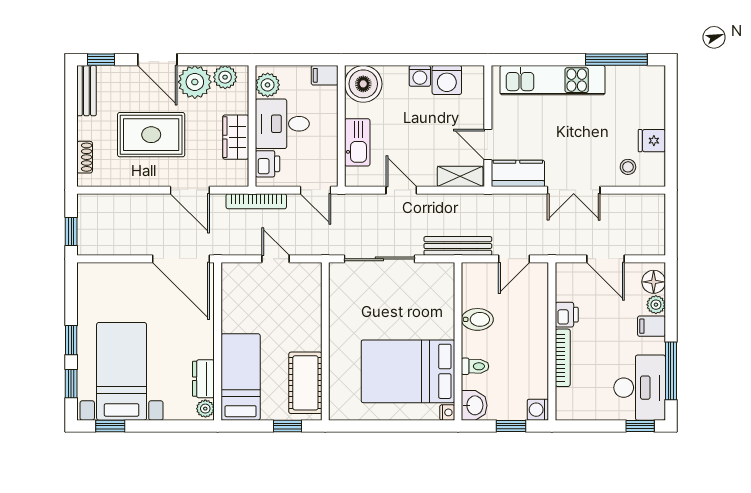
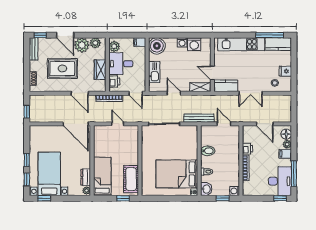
kitchen counter: (636, 80) -> (278, 44), added
door: (514, 259) -> (224, 124), swing flipped

